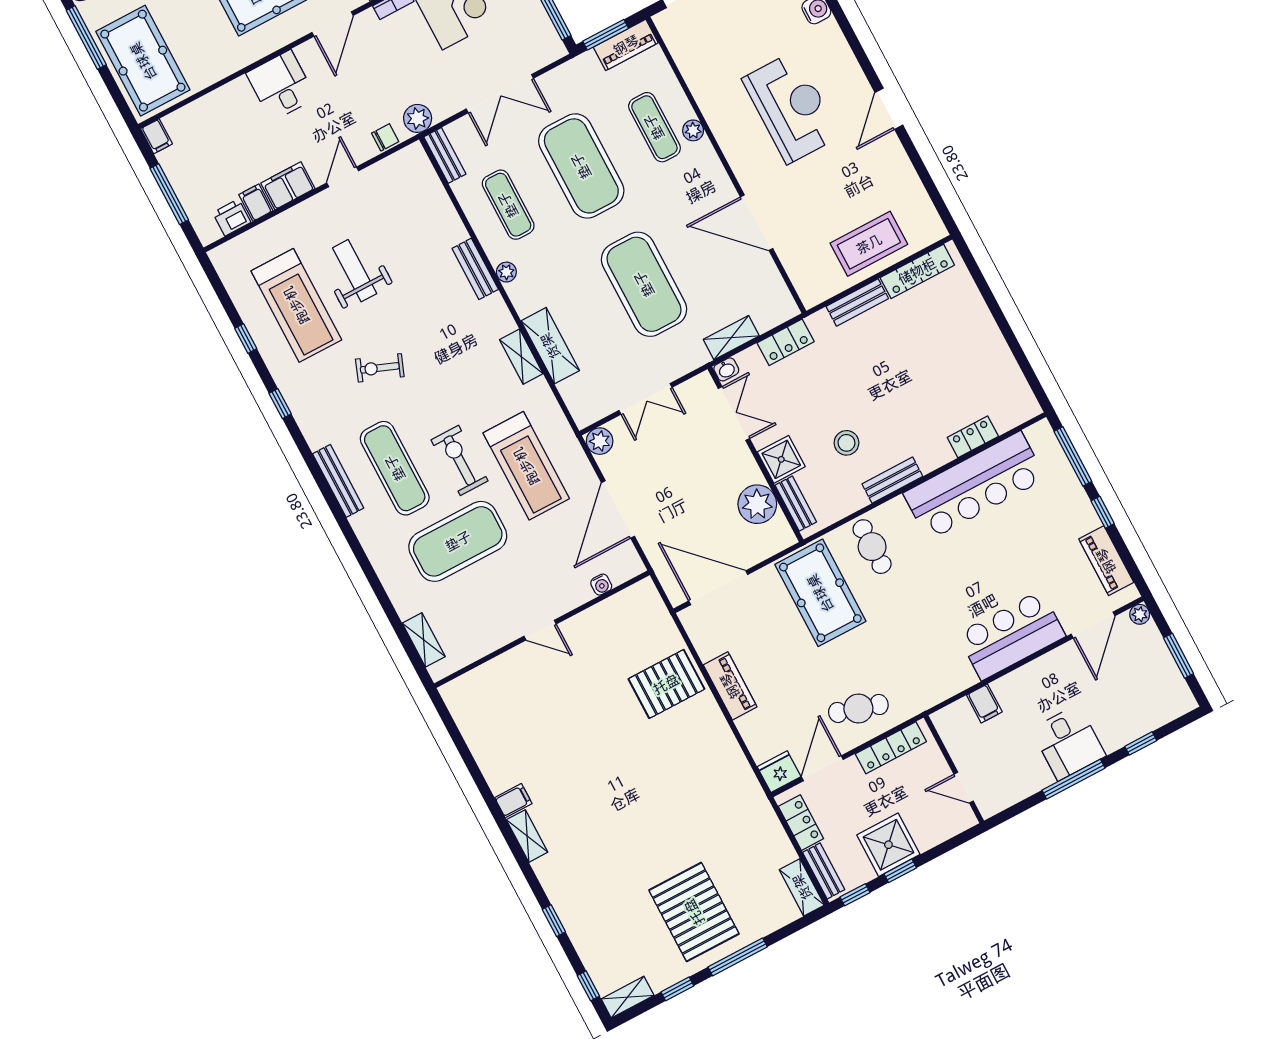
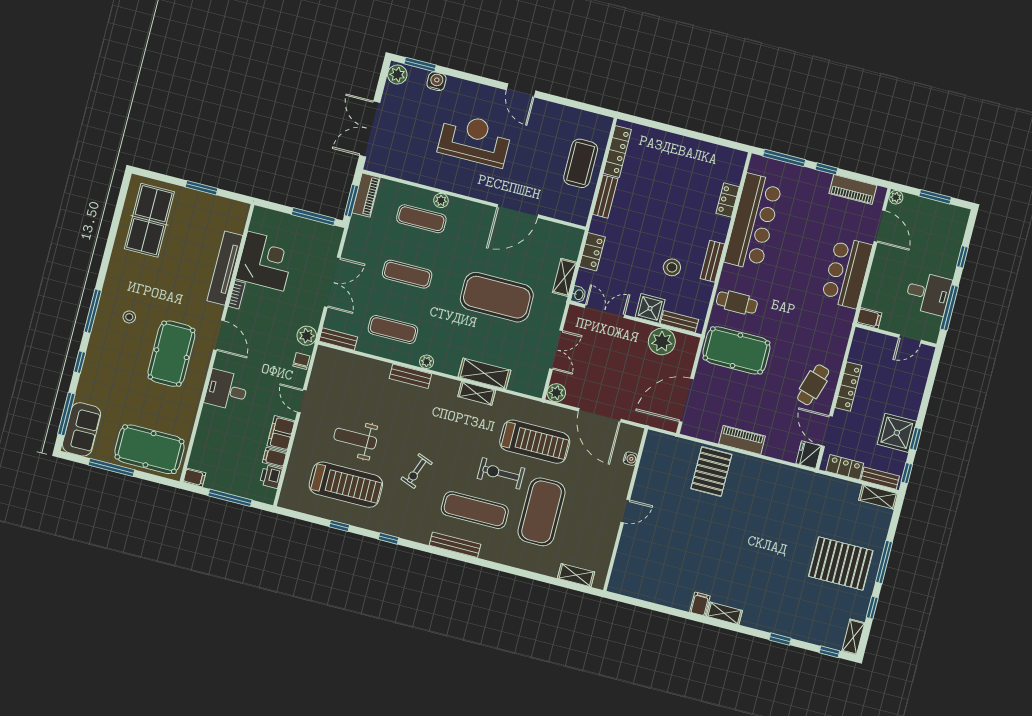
exercise mat: (581, 166) -> (407, 274), width x0.50, depth x0.69
wall: (954, 769) -> (896, 335), moved
door: (964, 788) -> (910, 339), moved

